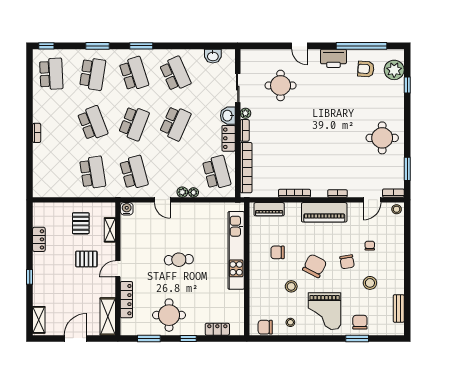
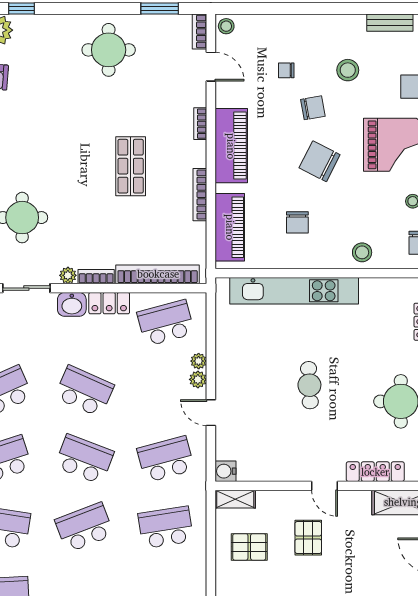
shop shelf: (312, 151) -> (131, 166), added
door: (162, 200) -> (211, 413), swing flipped
piano: (269, 209) -> (230, 227), width x1.37, depth x1.33
shelving: (110, 230) -> (235, 499), moved
stool: (291, 286) -> (362, 252), moved

